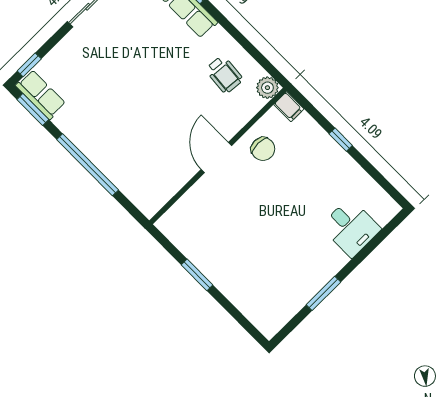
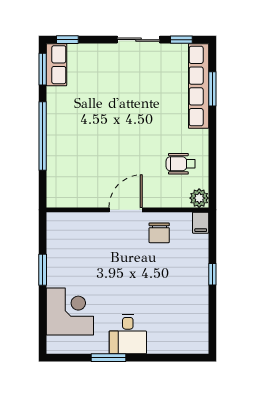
wheelchair: (224, 74) -> (181, 164), turned 85
desk: (351, 228) -> (128, 334), moved
corner desk: (254, 287) -> (70, 312), added

